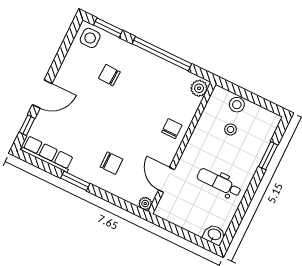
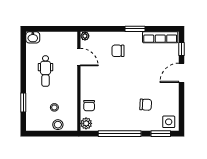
chair: (172, 129) -> (89, 106), moved
dental chair: (219, 183) -> (46, 71), turned 90

